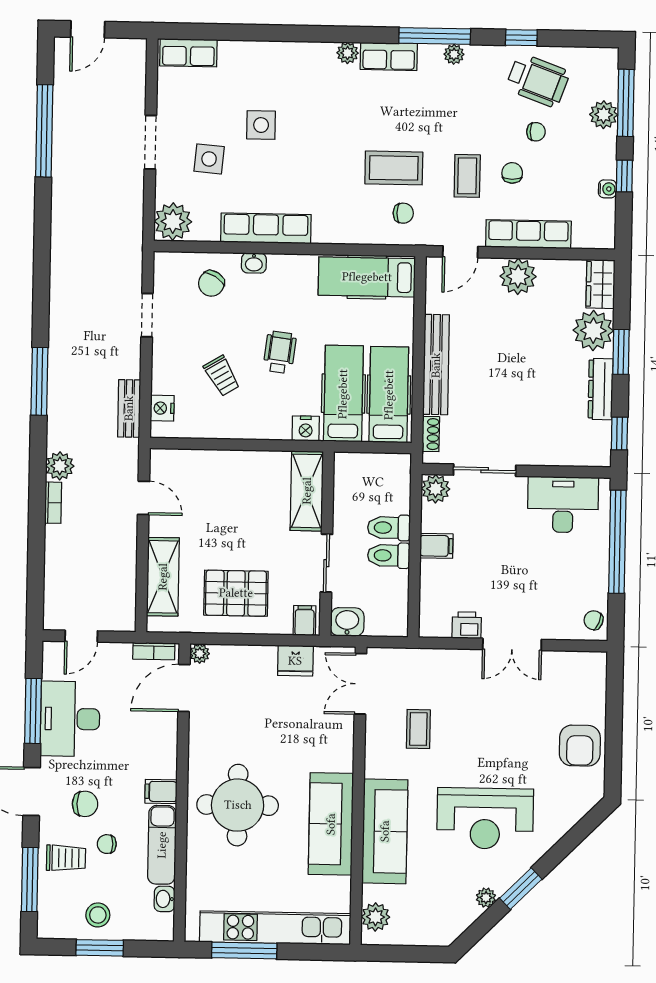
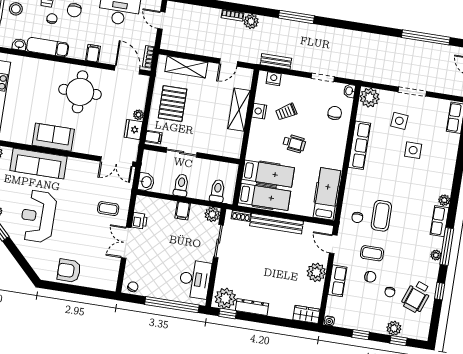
window: (626, 103) -> (398, 341), width x0.46
water cooler: (607, 189) -> (329, 321), moved
row of seats: (528, 234) -> (337, 281), width x0.68
washbasin: (254, 263) -> (349, 91), moved
chair: (211, 283) -> (335, 113), turned 58
plant: (593, 331) -> (225, 298), moved
window: (621, 352) -> (270, 320), removed
nightstand: (306, 428) -> (259, 111), moved
shelving: (307, 491) -> (239, 110), moved, turned 90
toilet: (389, 528) -> (217, 191), moved
washbasin: (347, 622) -> (146, 182), moved
plant: (200, 654) -> (138, 115), moved
double door: (360, 684) -> (117, 161), swing flipped
coffee table: (418, 729) -> (108, 209), moved
filing cabinet: (161, 791) -> (93, 53), moved
round table: (238, 805) -> (80, 92), moved
sofa: (331, 824) -> (53, 137), width x0.73

